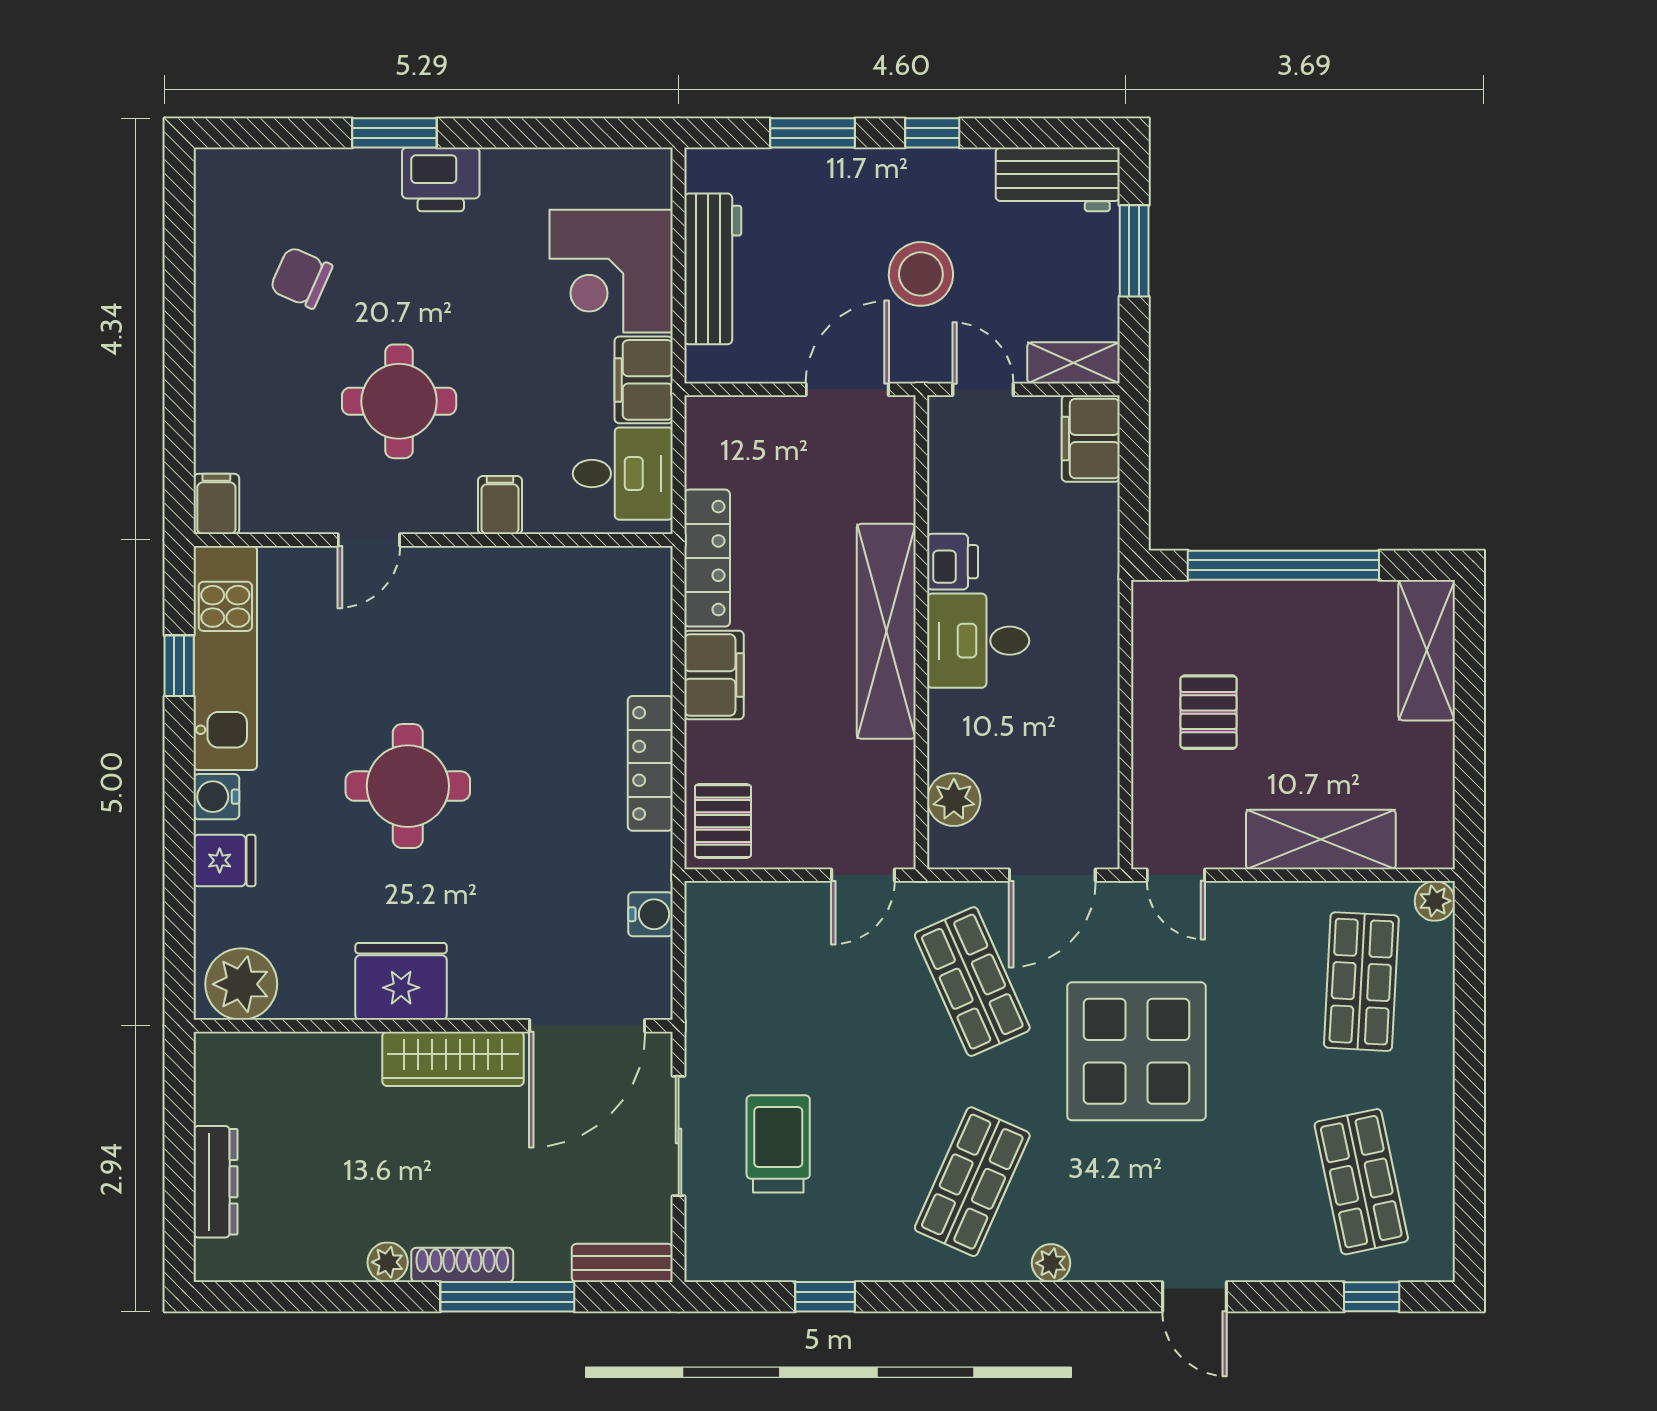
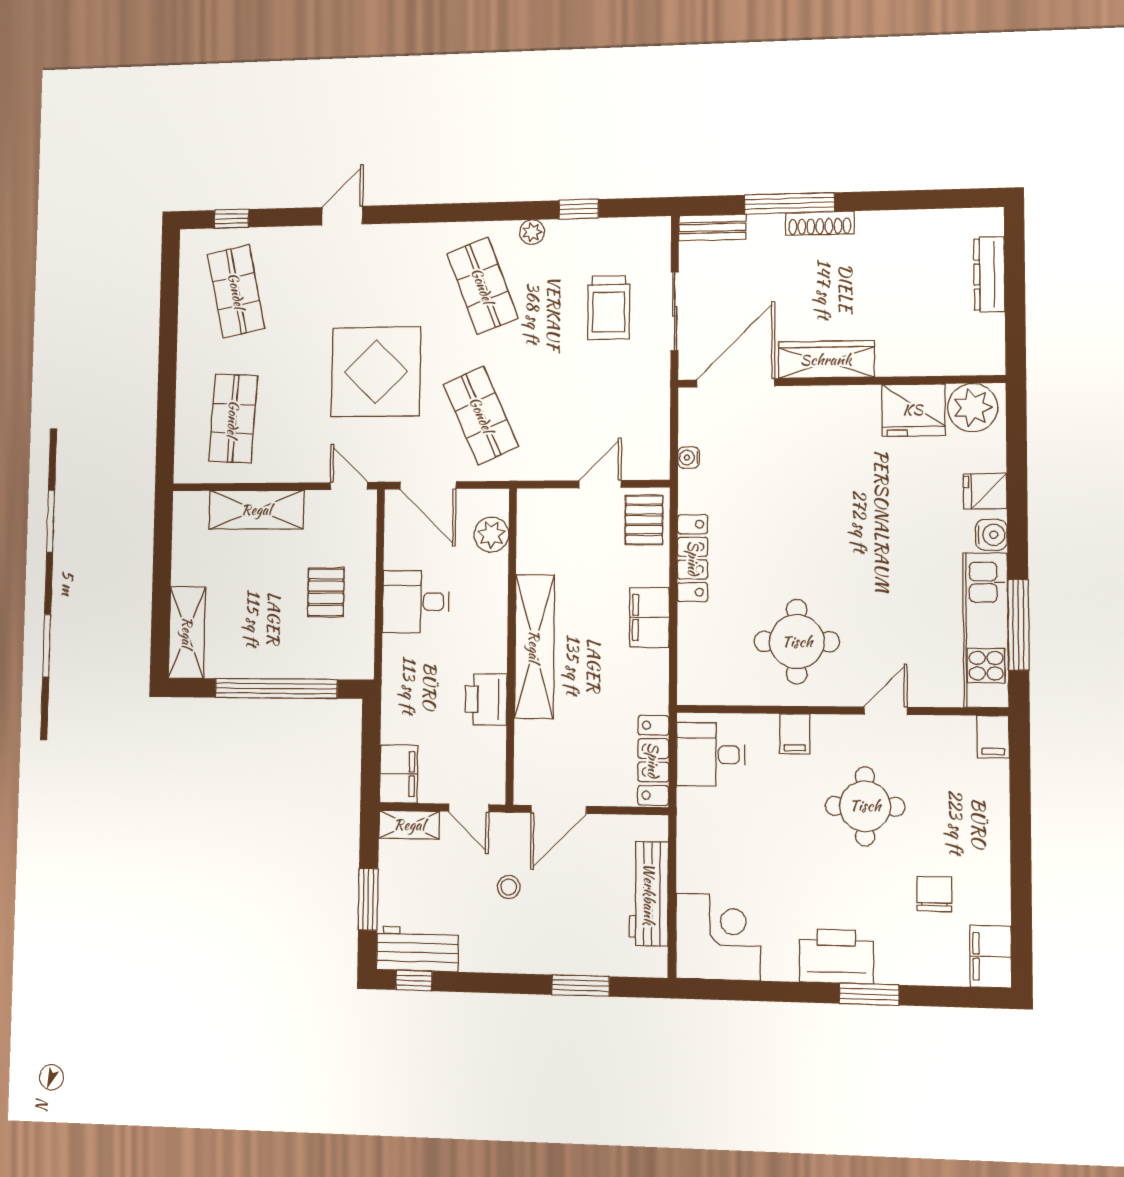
window: (932, 133) -> (414, 981), moved
printer: (441, 179) -> (836, 956), width x1.37, depth x1.19
corner desk: (611, 271) -> (718, 937), moved
stool: (921, 274) -> (509, 887), width x0.53, depth x0.53
chair: (301, 278) -> (934, 894), turned -114
filing cabinet: (644, 380) -> (991, 957), moved, turned 180
locker: (707, 558) -> (653, 760), moved
printer: (953, 562) -> (486, 699), width x1.36, depth x1.24
desk: (978, 641) -> (416, 602), moved, turned 180
window: (179, 666) -> (1018, 625), width x2.17
round table: (408, 786) -> (797, 642), moved
door: (863, 875) -> (600, 484), moved
door: (1052, 875) -> (428, 485), swing flipped
plant: (1435, 901) -> (186, 471), removed
water cooler: (651, 914) -> (689, 457), width x0.72, depth x0.72
fridge: (401, 981) -> (913, 410), moved
shop shelf: (972, 1182) -> (482, 286), turned -45
plant: (388, 1262) -> (871, 224), removed
plant: (1051, 1263) -> (532, 232), moved
door: (1194, 1297) -> (342, 216), hinge flipped

